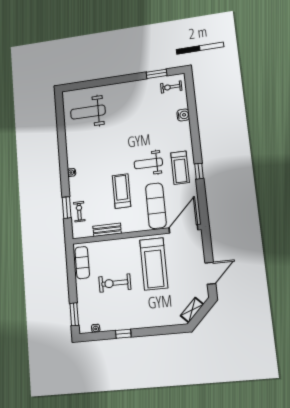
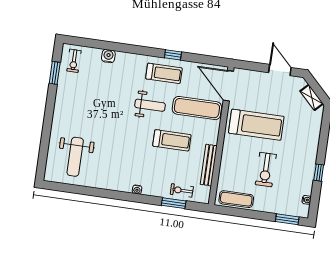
weight bench: (148, 163) -> (150, 105), turned -90
treadmill: (122, 191) -> (172, 140), turned 180
bench: (107, 230) -> (209, 165), width x1.36

